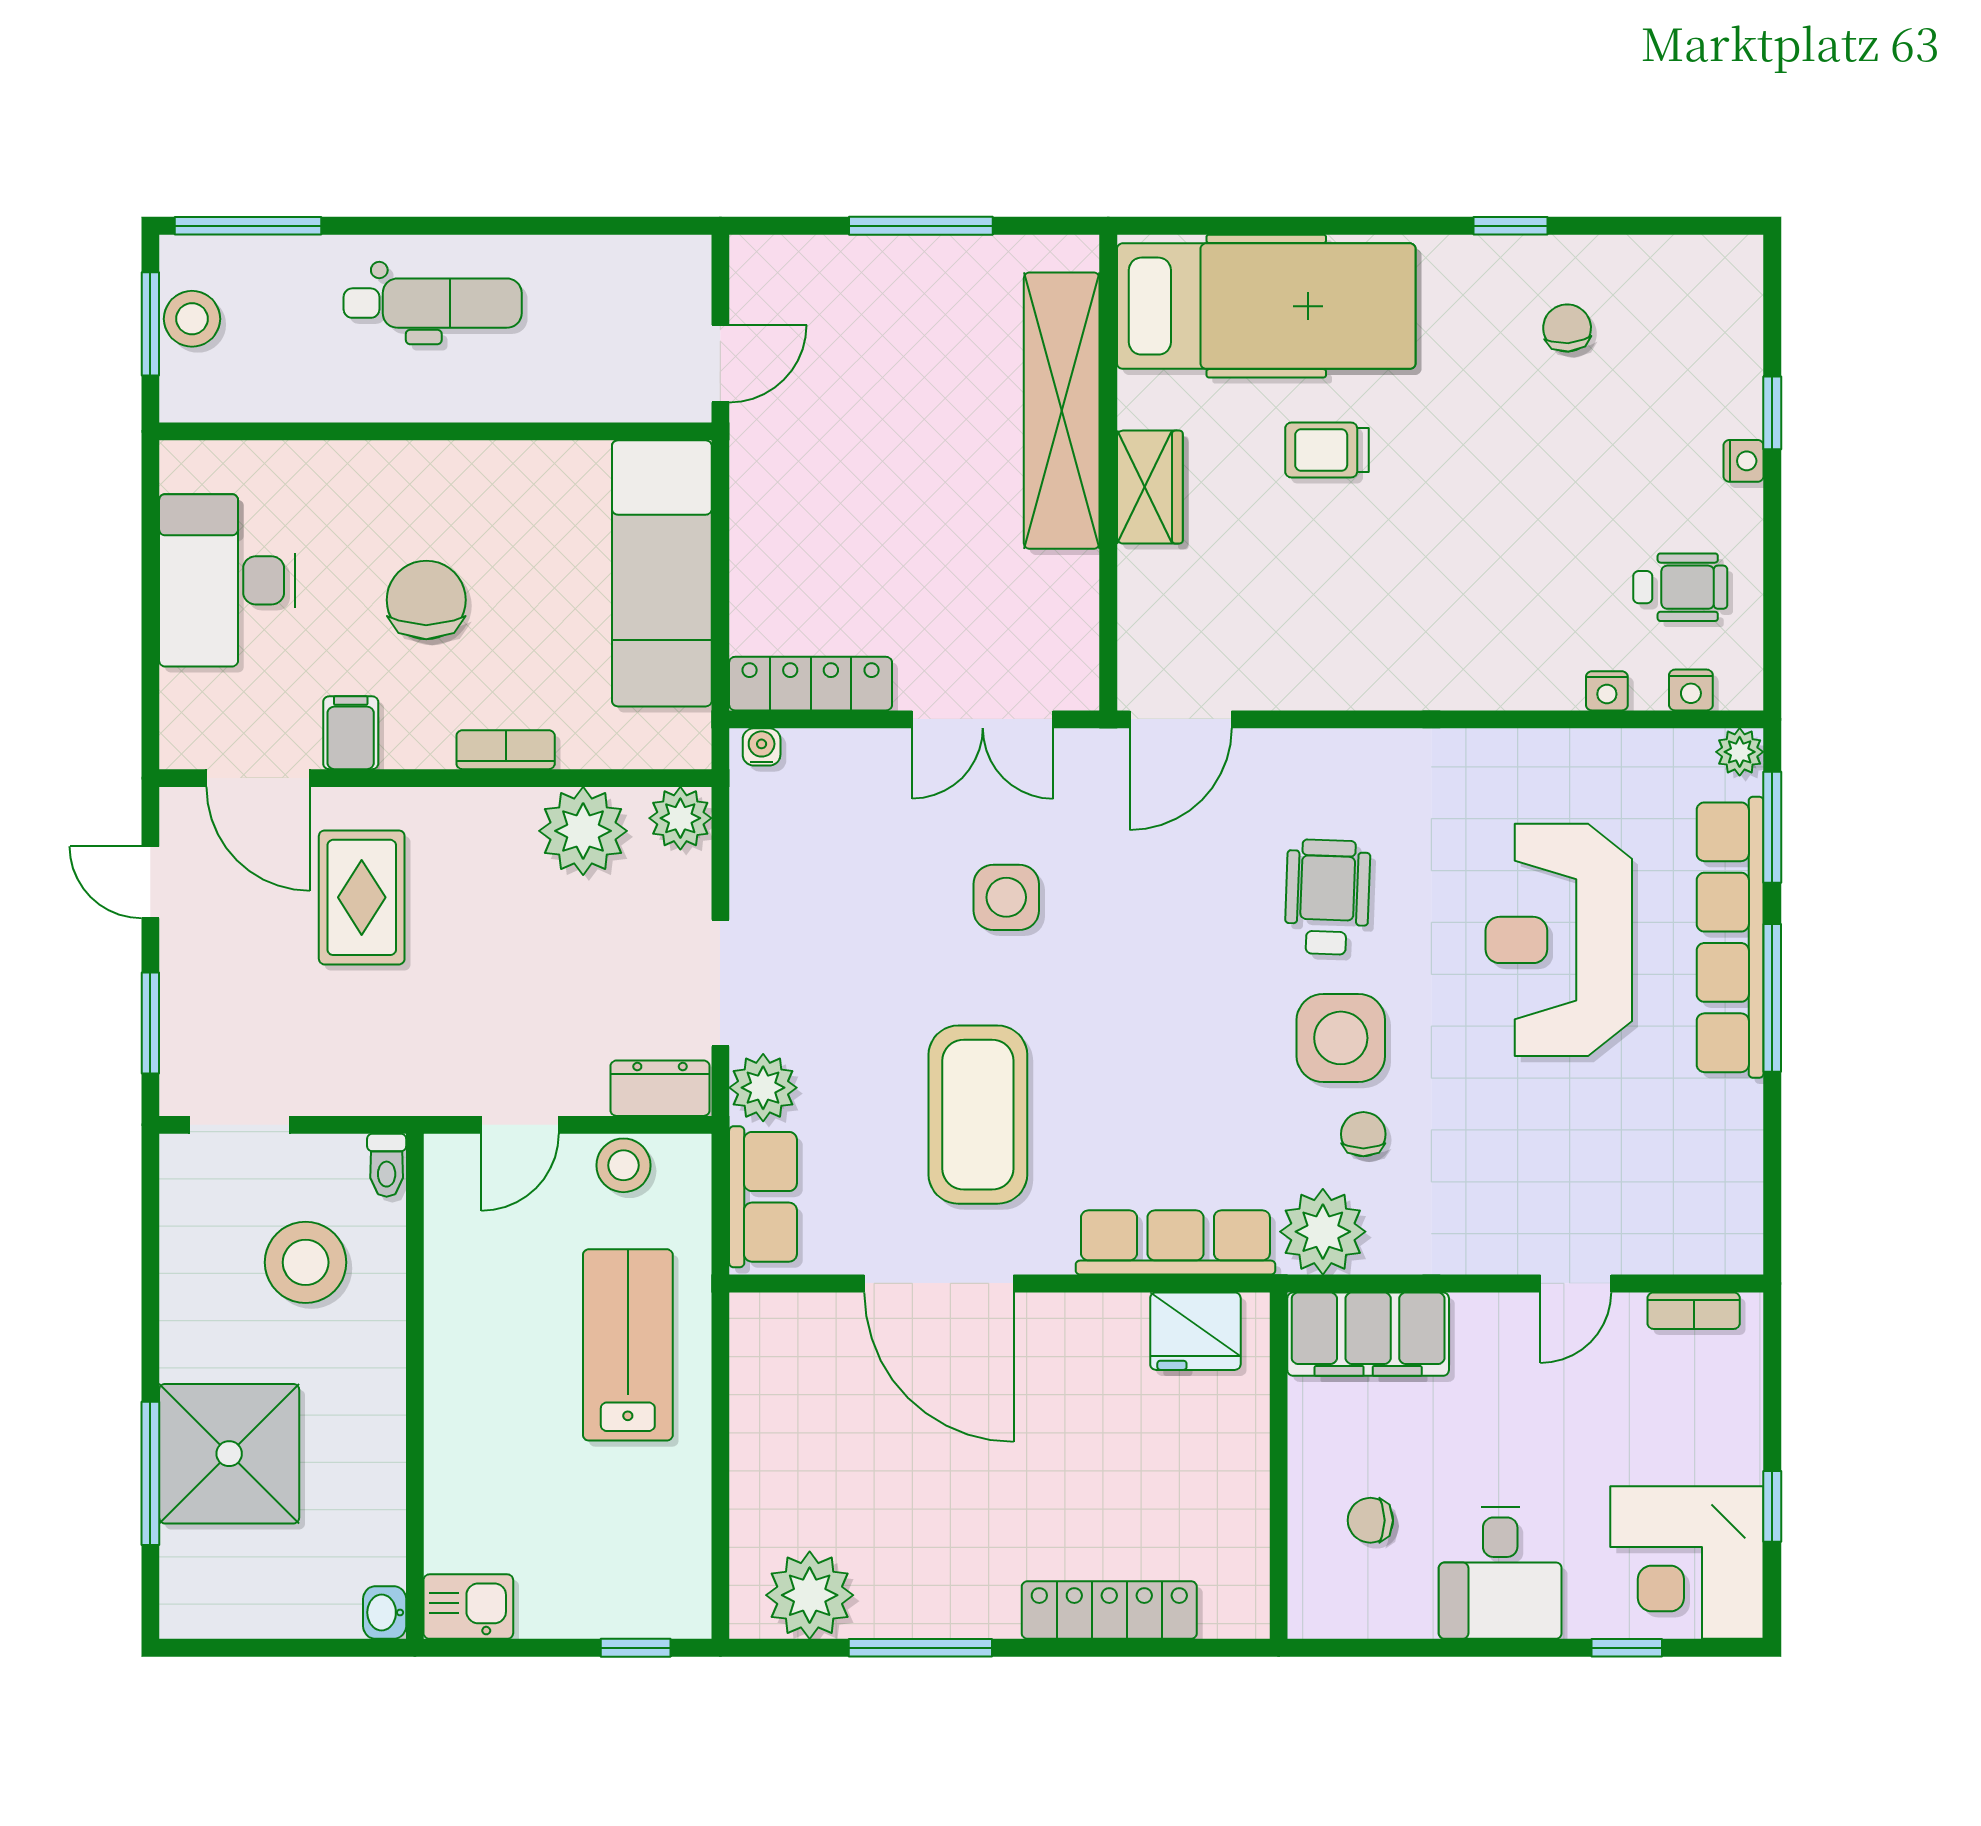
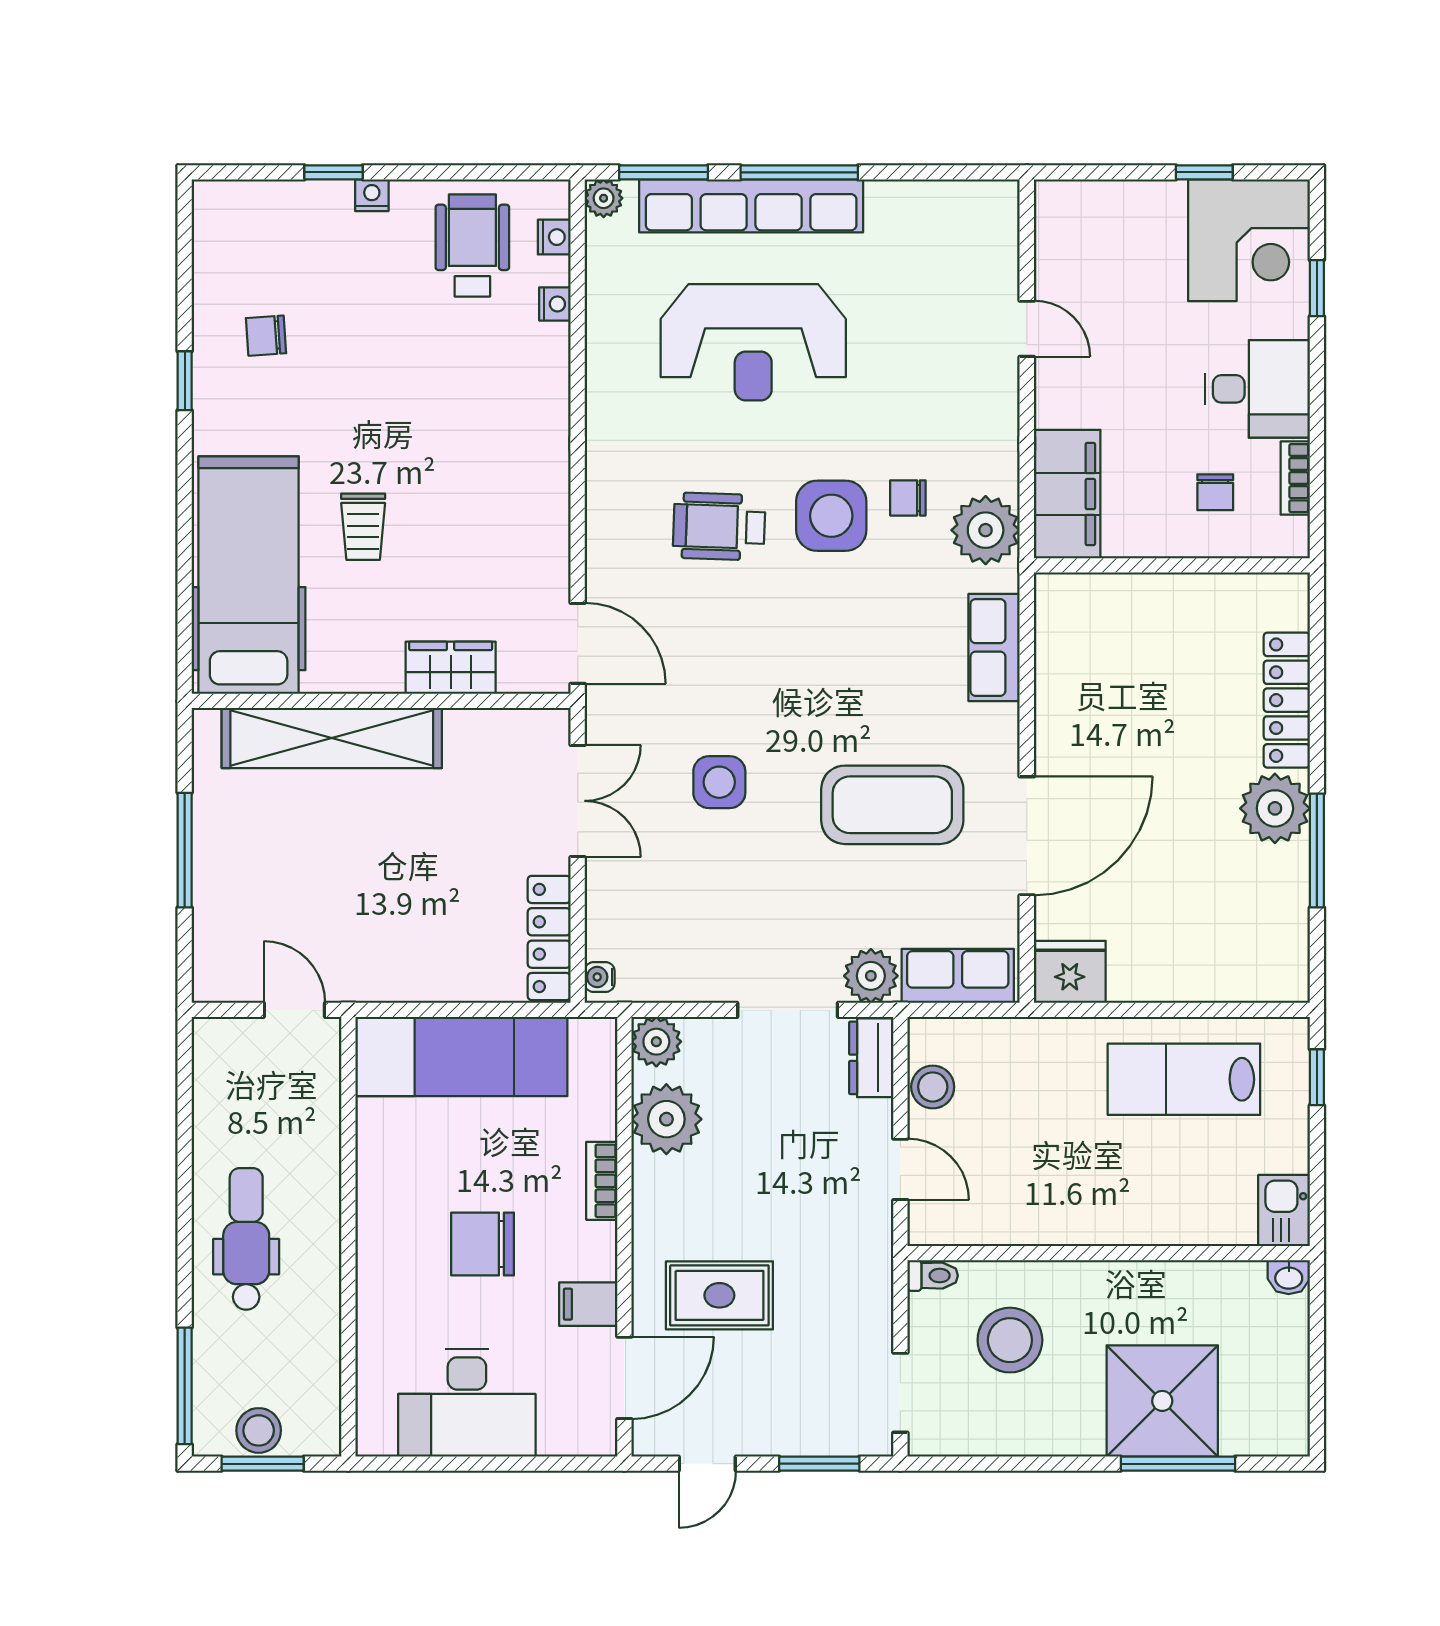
wardrobe: (1150, 487) -> (451, 668), moved
wheelchair: (1680, 587) -> (472, 246), width x1.36, depth x1.37
row of seats: (1175, 1242) -> (994, 647), width x0.68
bookcase: (1694, 1311) -> (1295, 478), moved, turned 180
fridge: (1195, 1331) -> (1070, 972), moved, turned -90
lab bench: (628, 1345) -> (1184, 1079), moved
plant: (810, 1595) -> (1275, 808), moved

